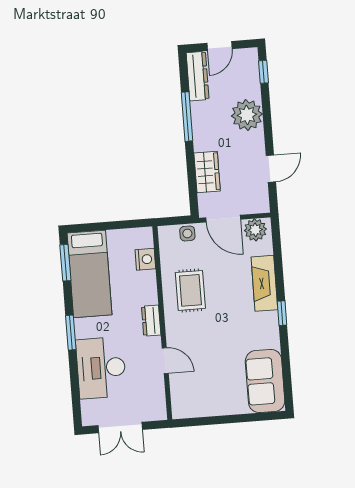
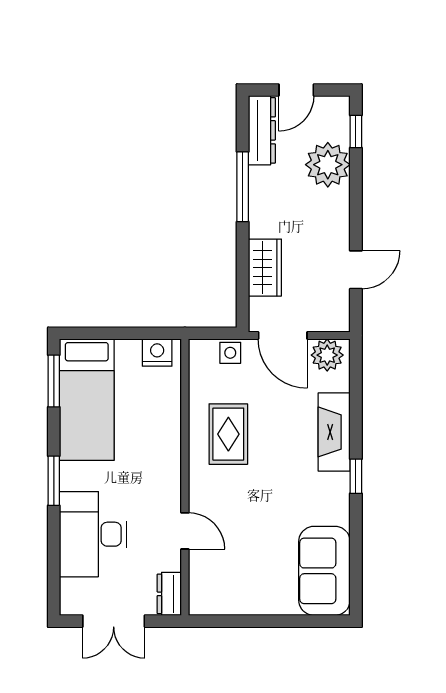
plant: (247, 115) -> (328, 165), moved
nightstand: (145, 259) -> (157, 353), moved, turned -90
dresser: (151, 321) -> (169, 594), moved

